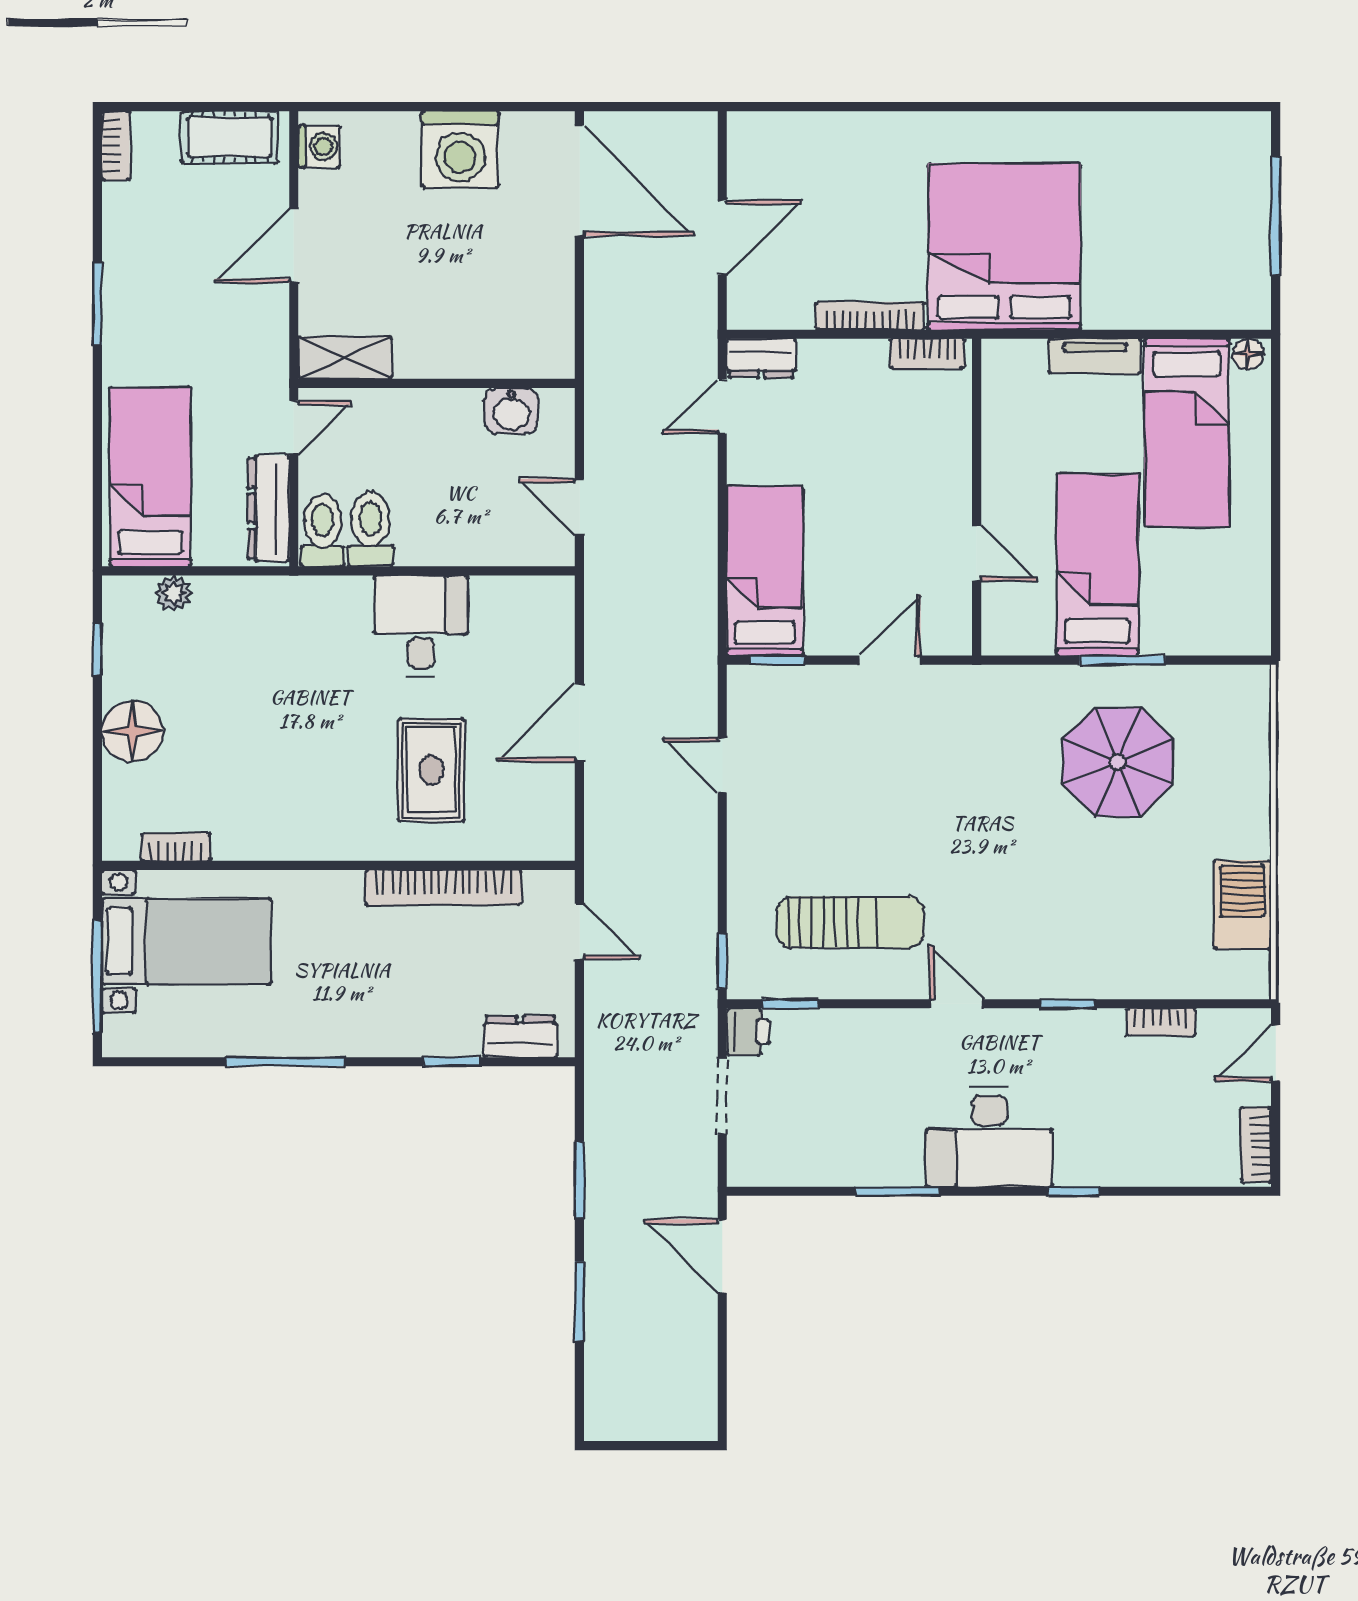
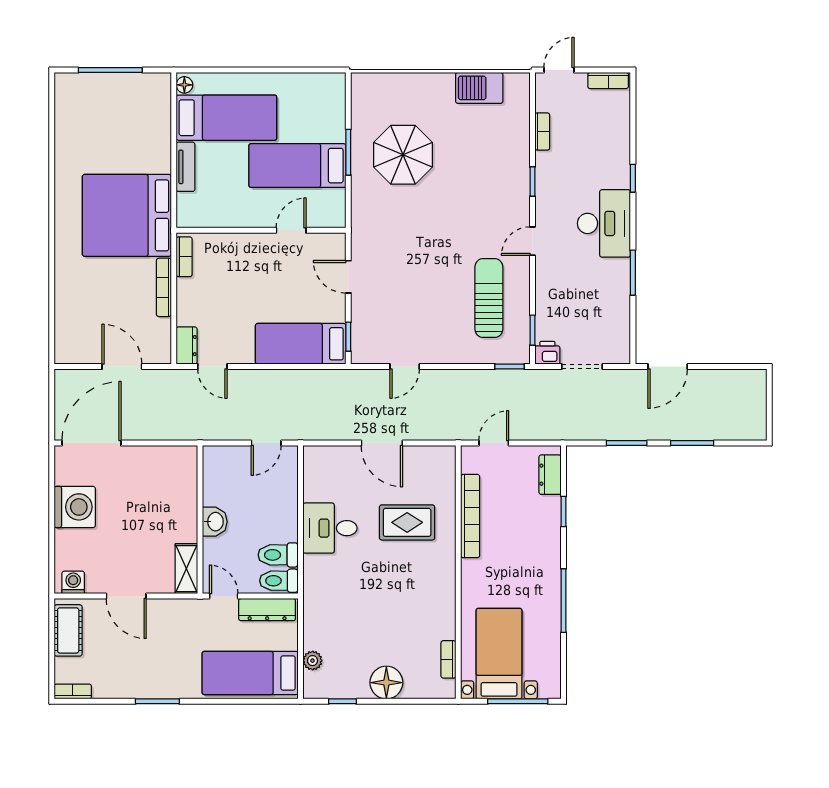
washbasin: (511, 411) -> (215, 522), moved
door: (1276, 1053) -> (559, 70), swing flipped

